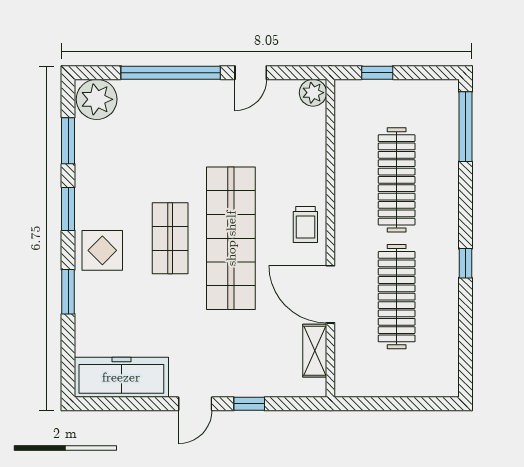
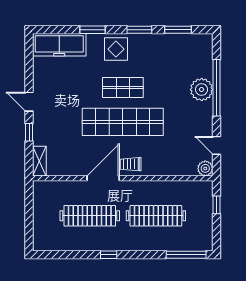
door: (251, 73) -> (217, 145), moved
plant: (97, 99) -> (202, 90), moved
door: (330, 294) -> (103, 178), moved
shelving: (315, 351) -> (39, 161), moved, turned 90
freezer: (121, 377) -> (59, 45), moved, turned 90

